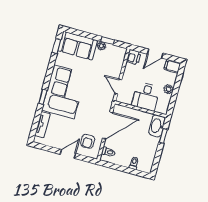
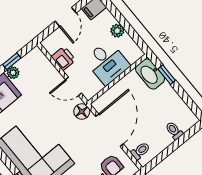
printer: (134, 57) -> (63, 58), moved
floor lamp: (107, 102) -> (82, 111), added

